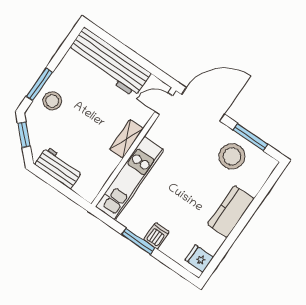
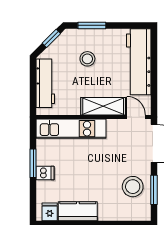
stool: (52, 101) -> (87, 59), moved
shelving: (126, 139) -> (103, 106), width x1.50, depth x1.33
workbench: (59, 168) -> (45, 83), width x1.38
kitchen counter: (231, 212) -> (78, 211), moved

